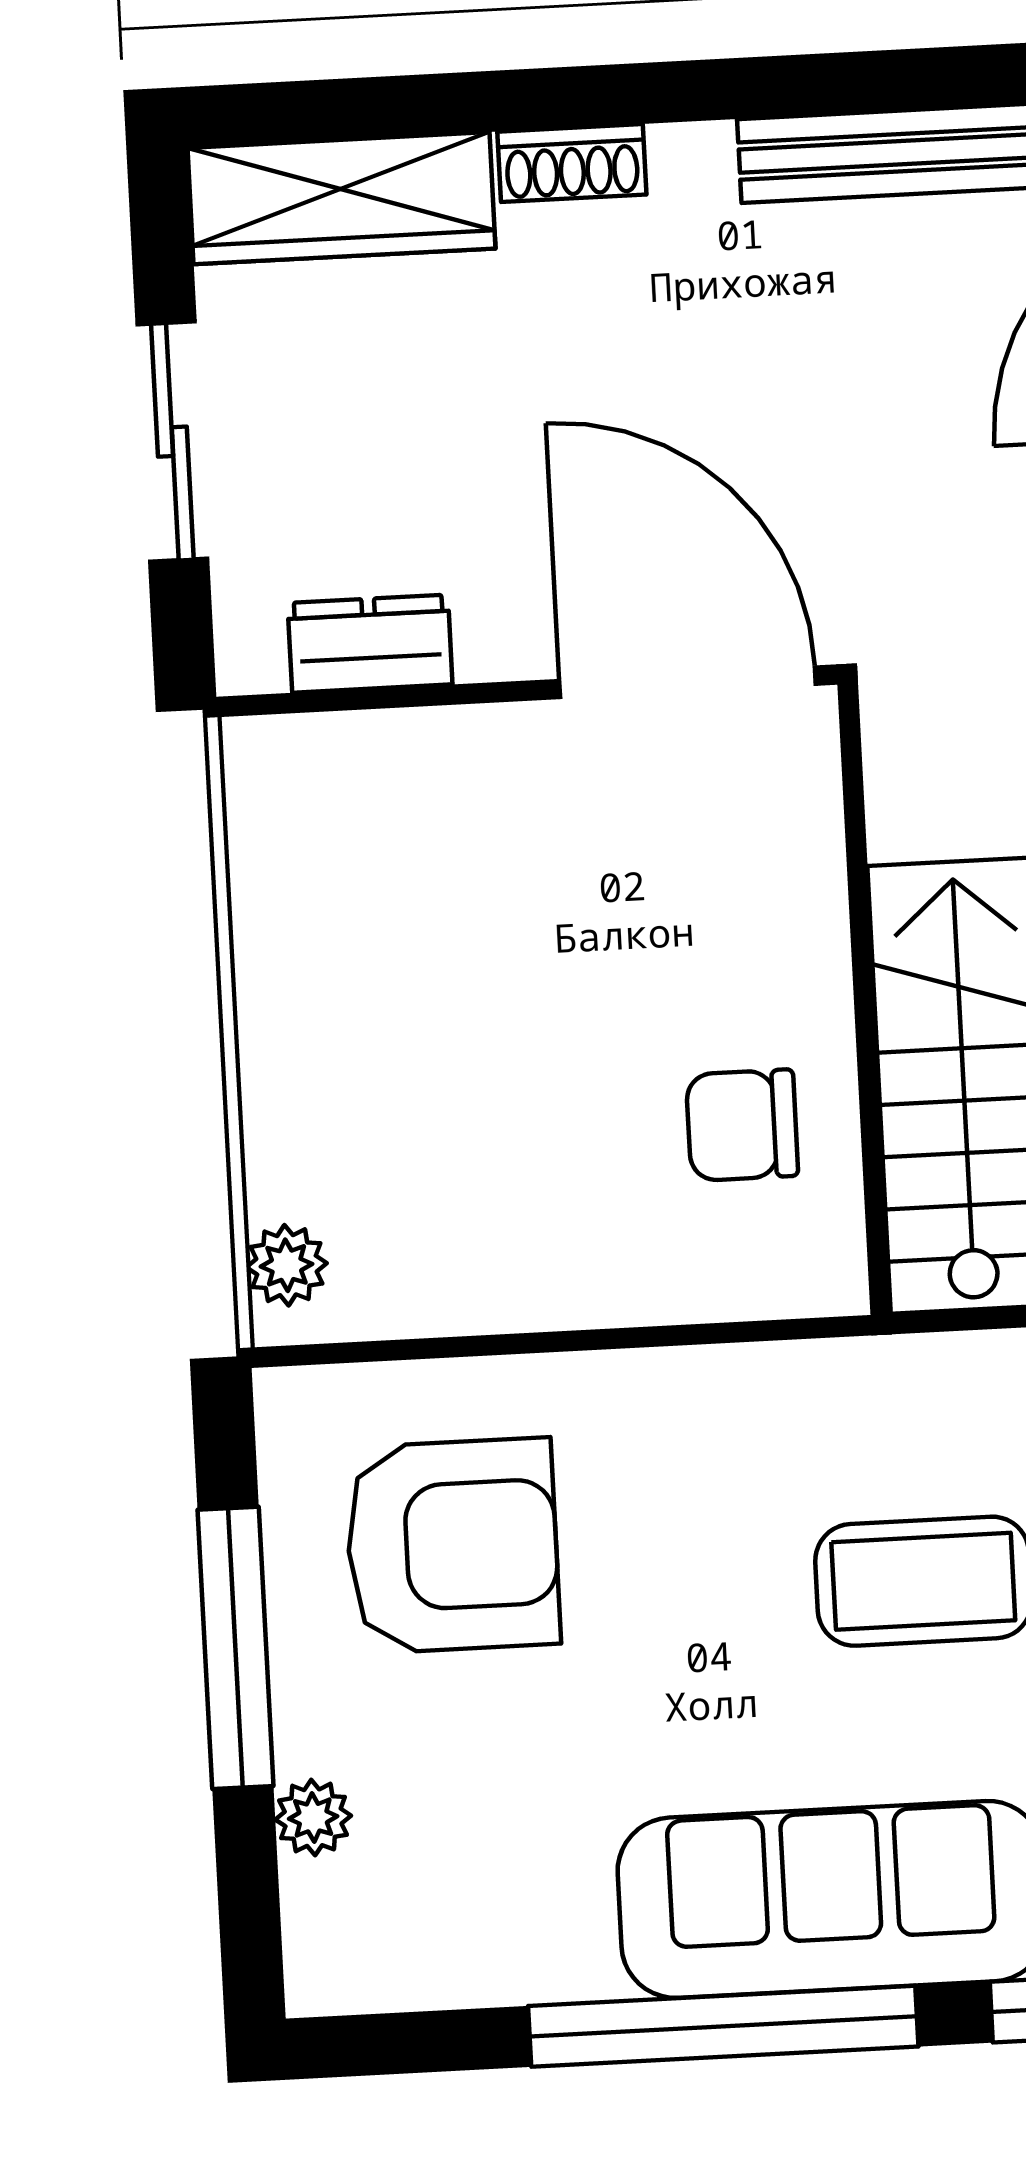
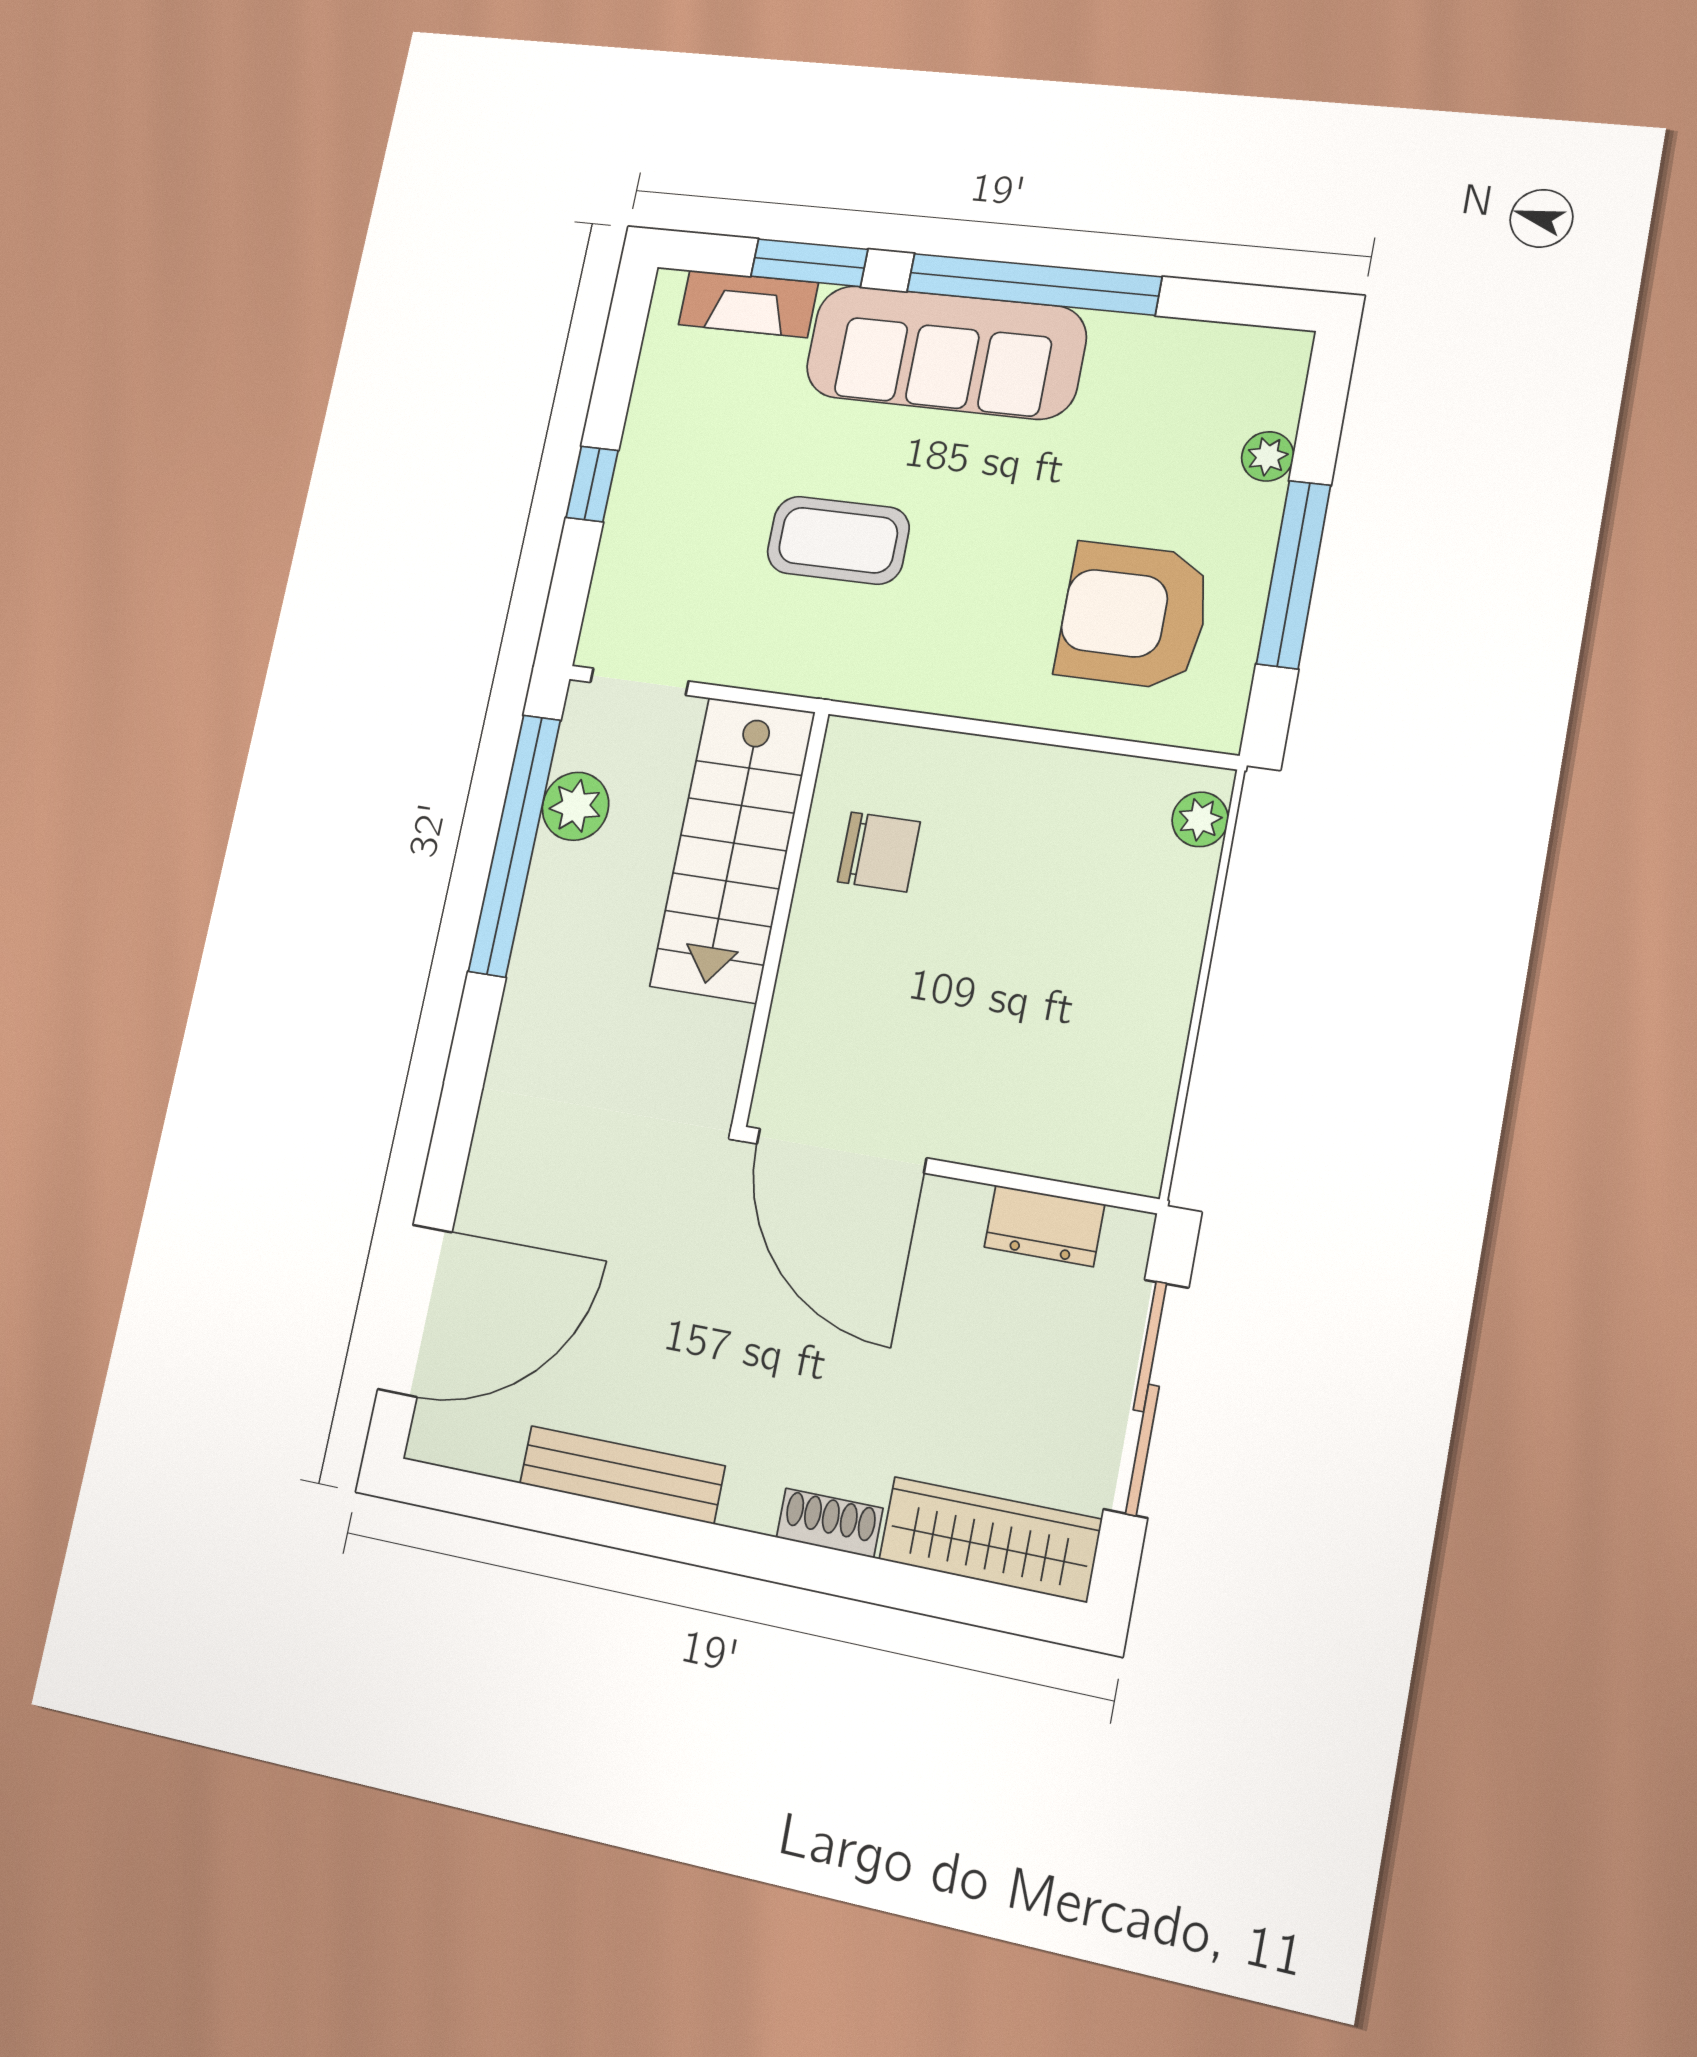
sliding door: (172, 442) -> (1146, 1398), width x1.37

